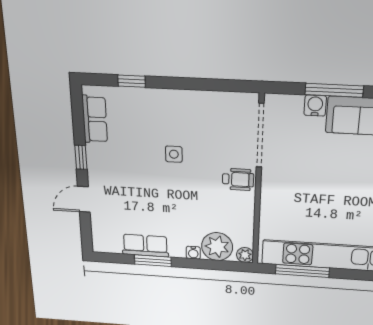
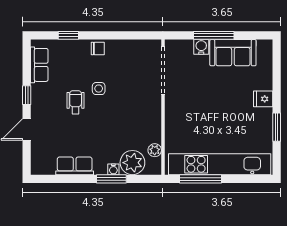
chair: (172, 101) -> (98, 49), added
wheelchair: (238, 179) -> (76, 102), moved, turned -90
plant: (245, 255) -> (155, 150), moved
window: (153, 261) -> (111, 179), moved

